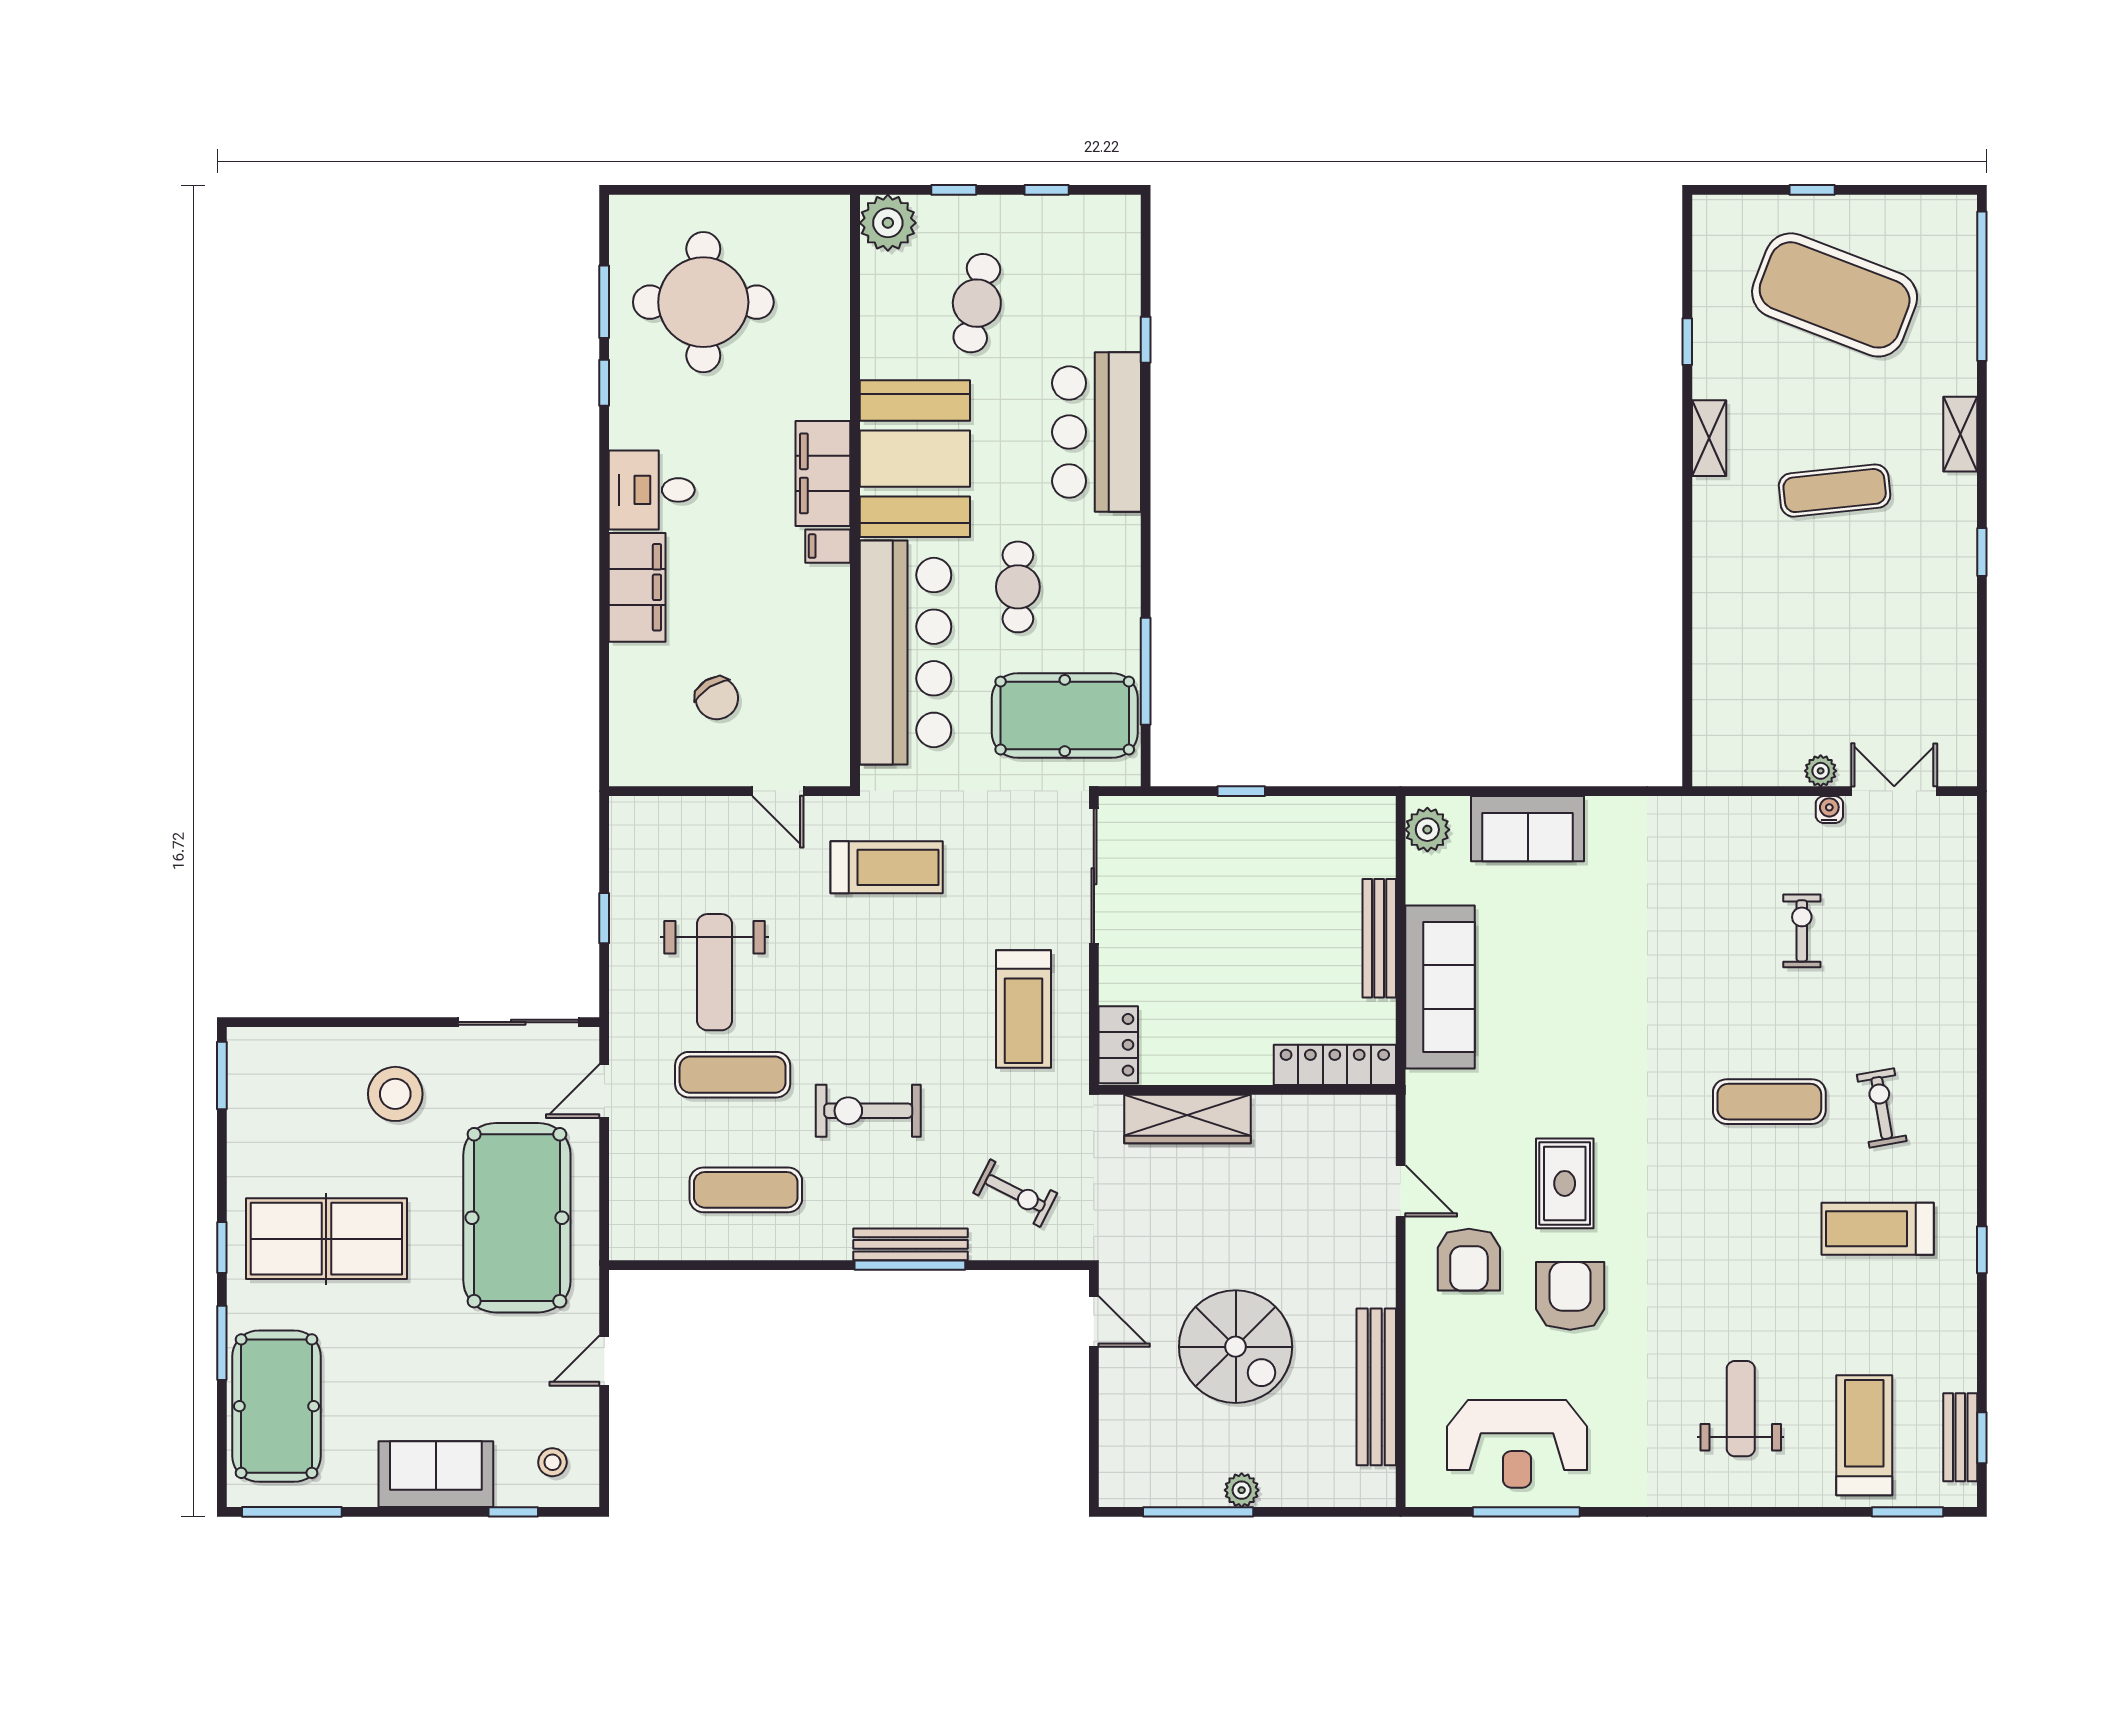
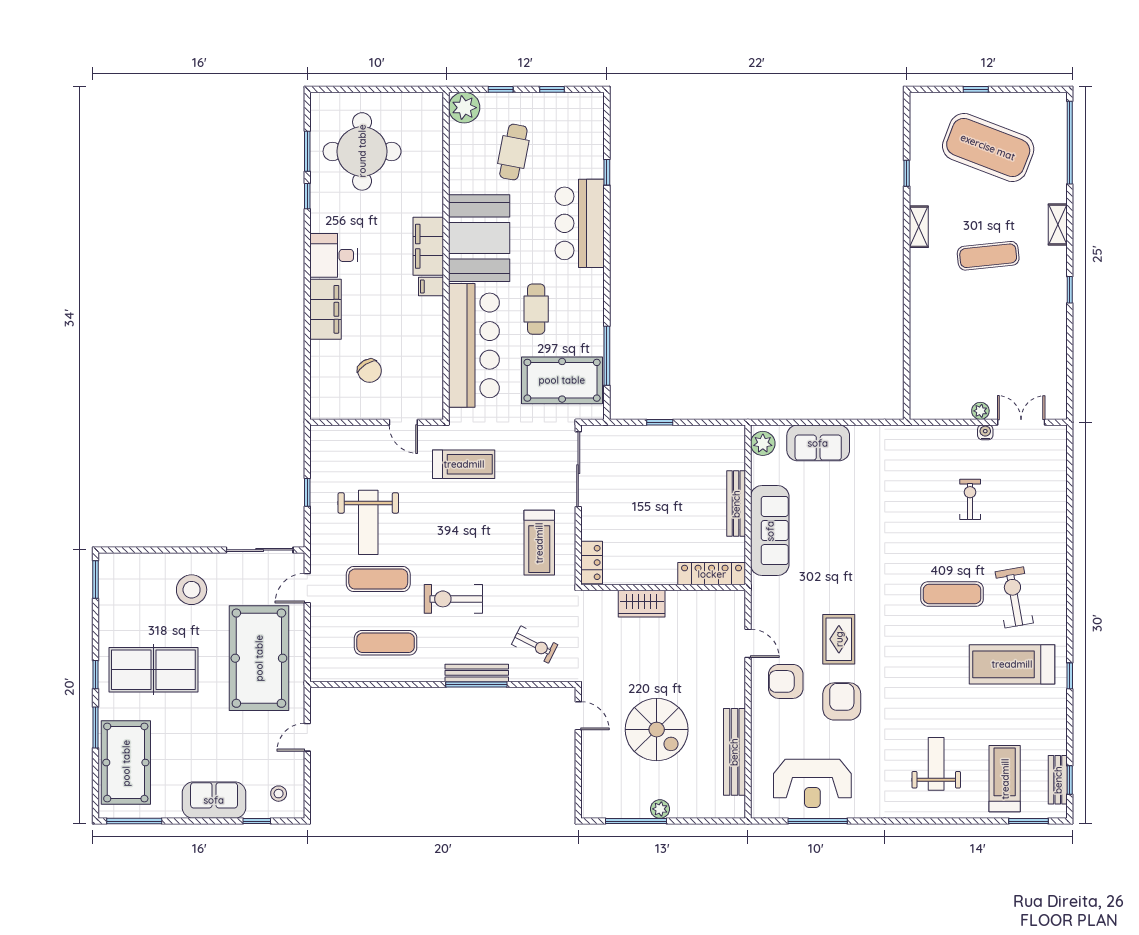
exercise bike: (1882, 1108) -> (1014, 597), width x1.38, depth x1.39
wardrobe: (1187, 1119) -> (642, 604), width x0.67
treadmill: (1878, 1229) -> (1012, 664), width x1.37, depth x1.38
armchair: (1469, 1260) -> (786, 681), turned 90

